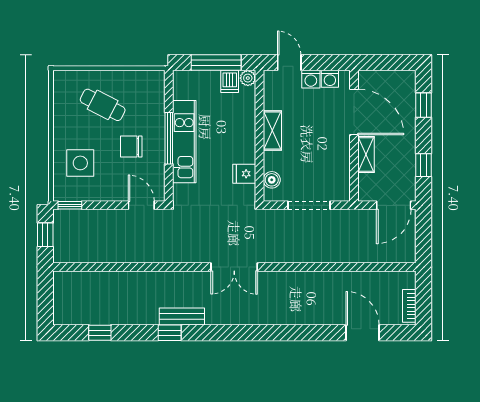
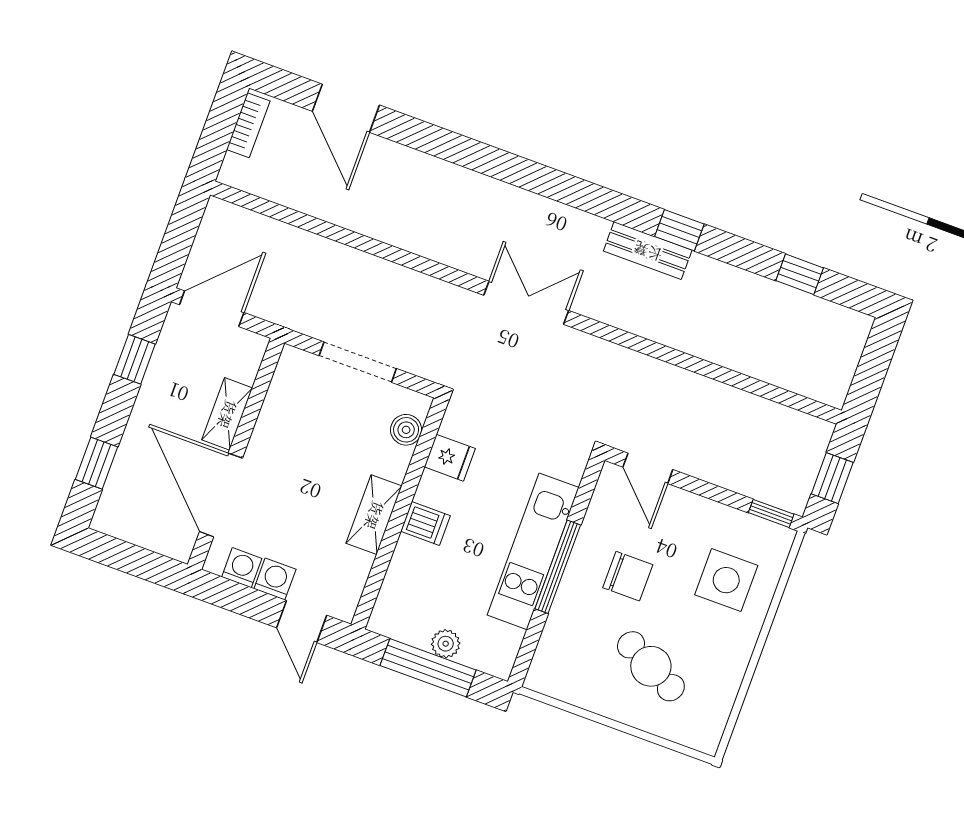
plant: (248, 78) -> (446, 644), moved
dishwasher: (230, 81) -> (425, 523), moved, turned 90

